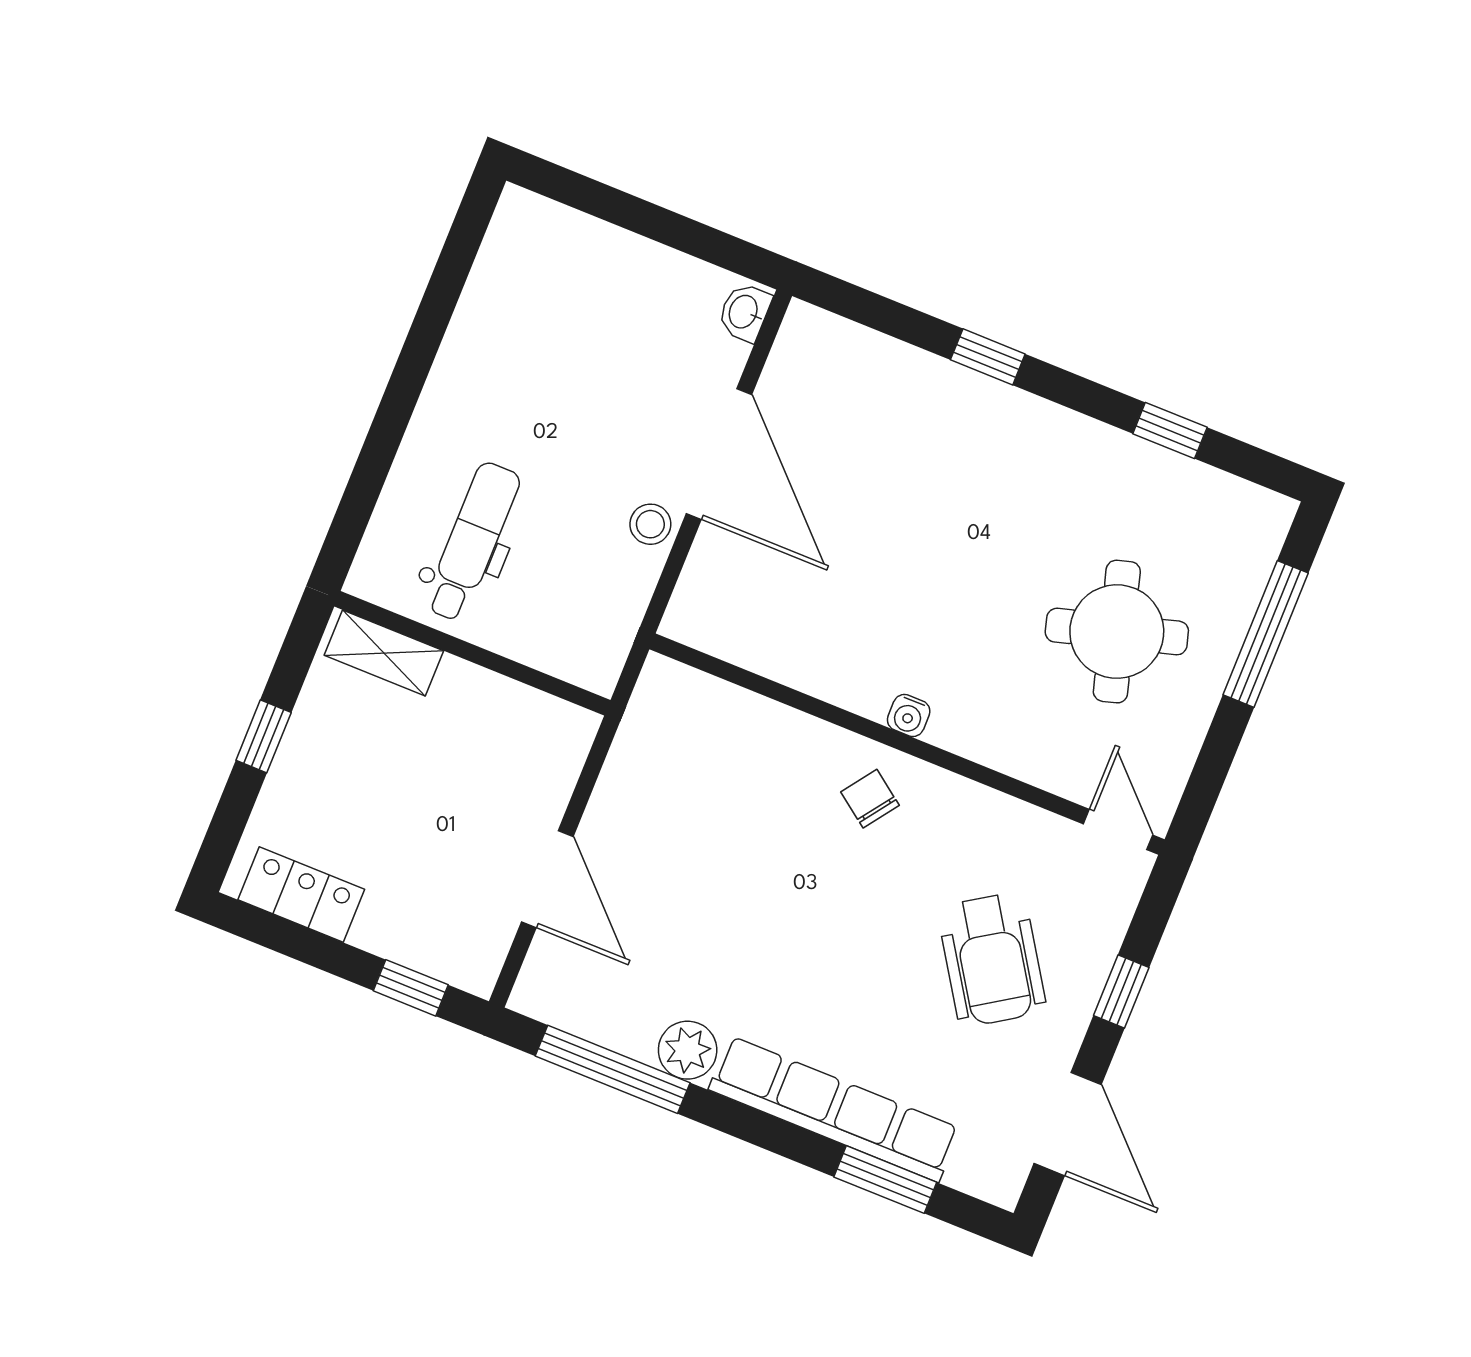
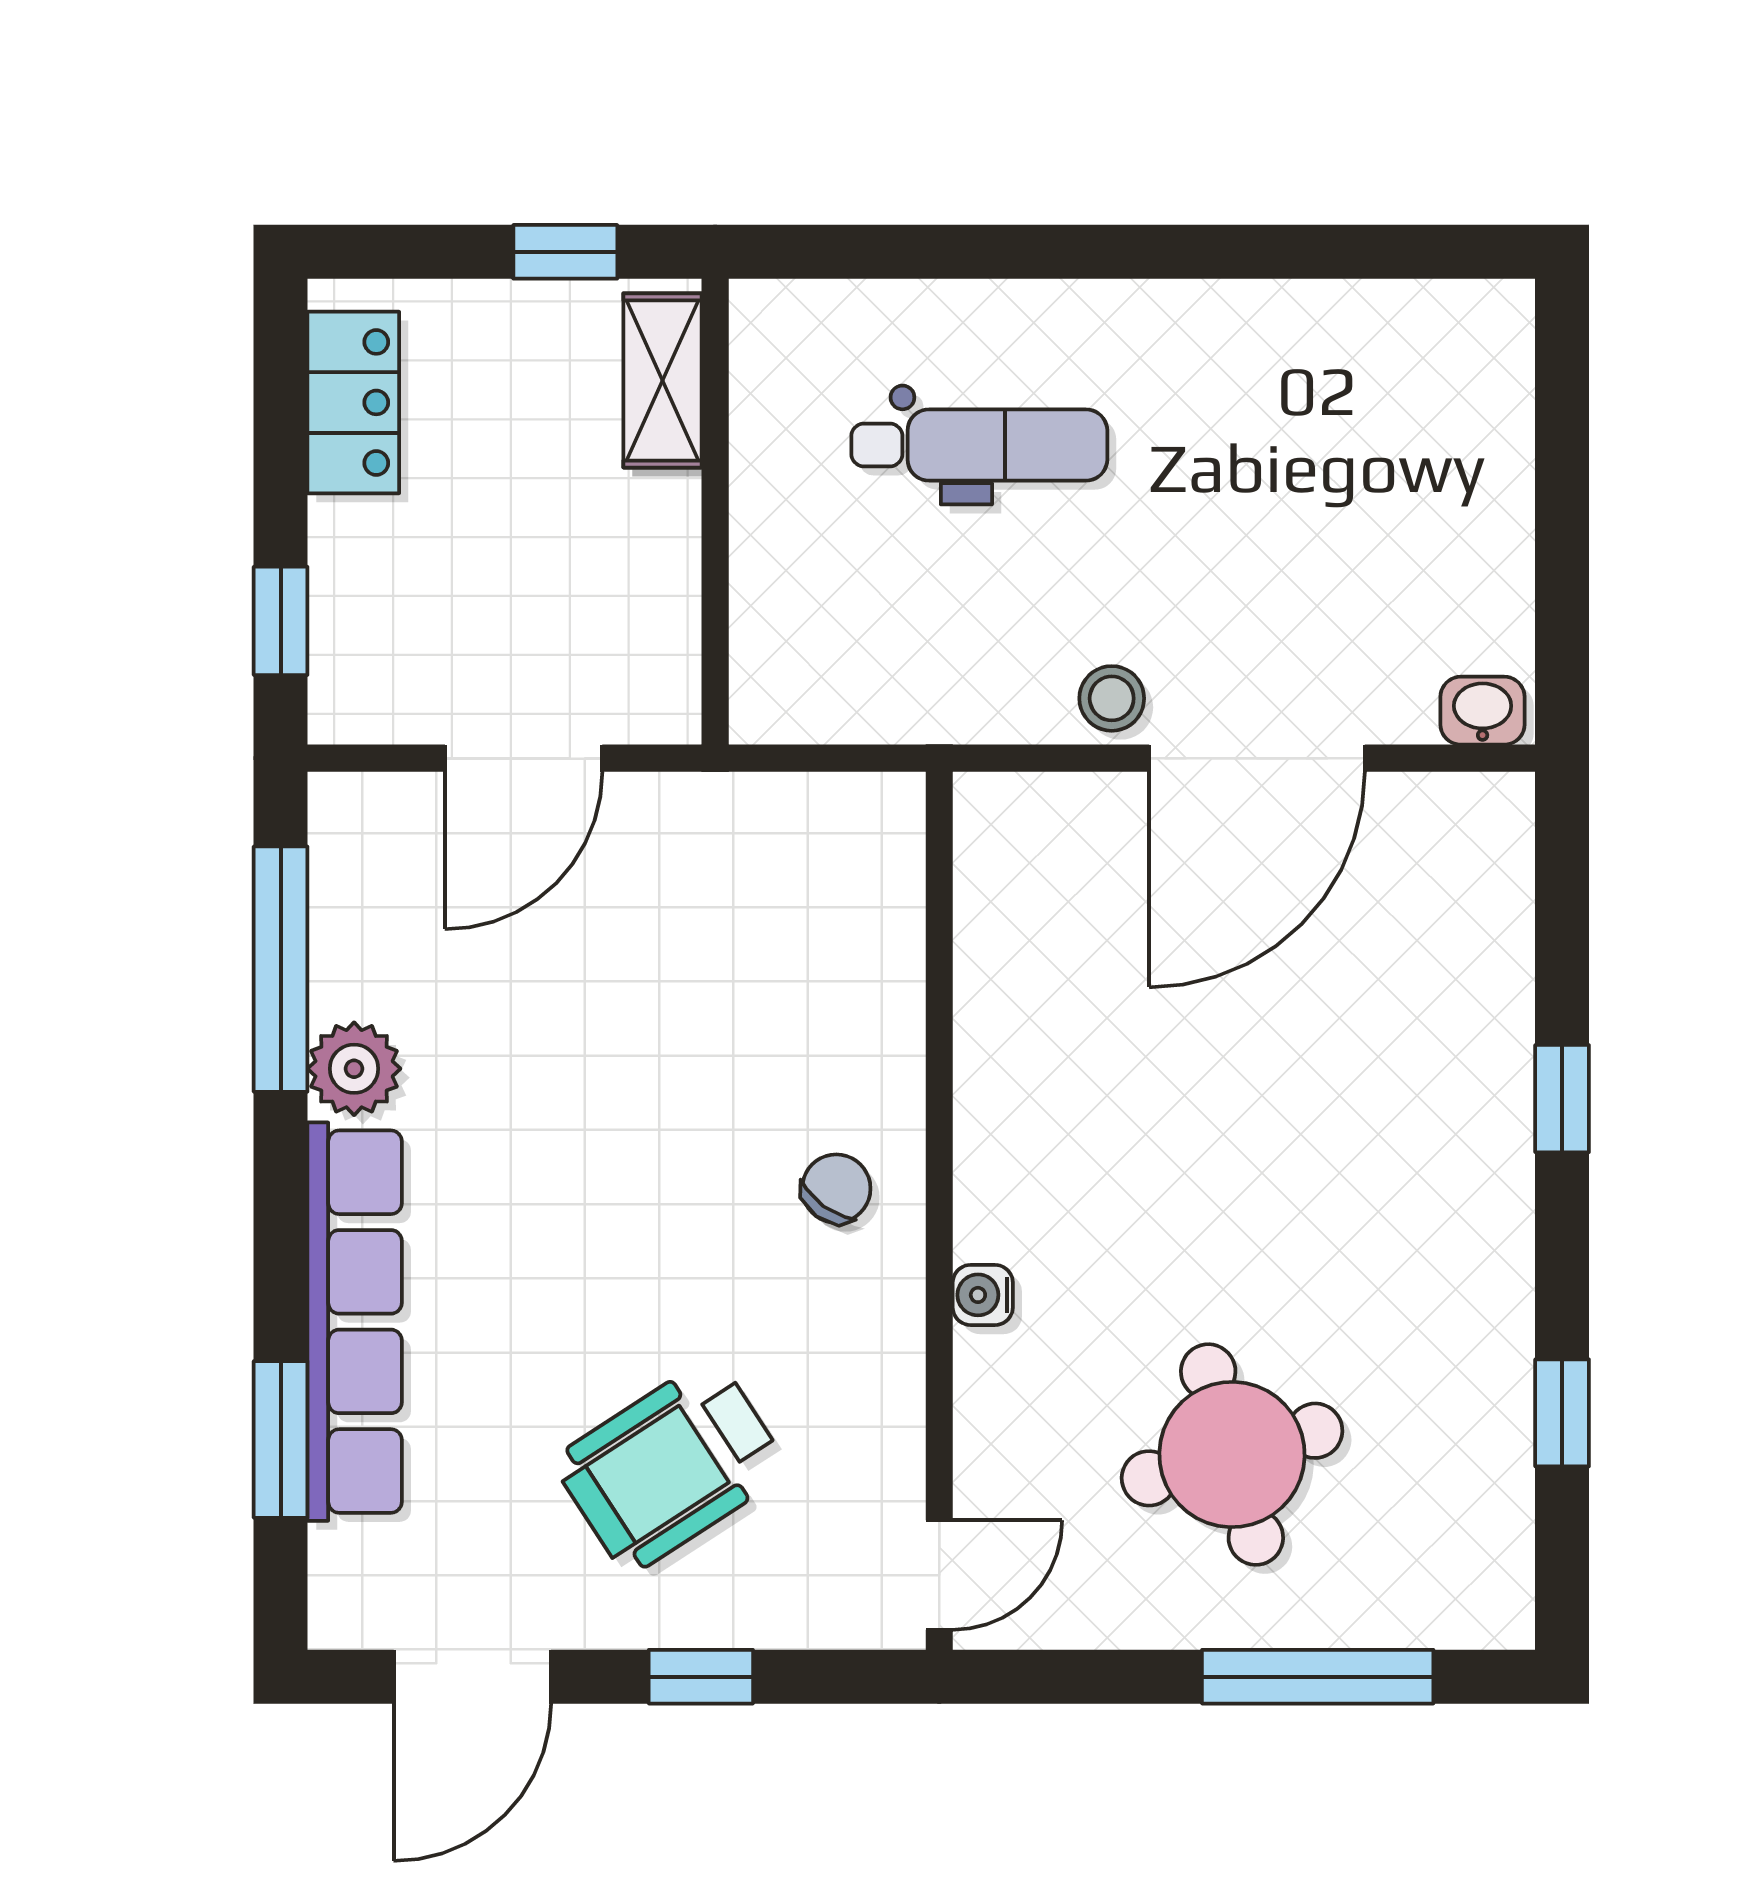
shelving: (384, 653) -> (663, 380), moved
wall: (472, 653) -> (715, 512), moved
water cooler: (909, 715) -> (983, 1295), moved

